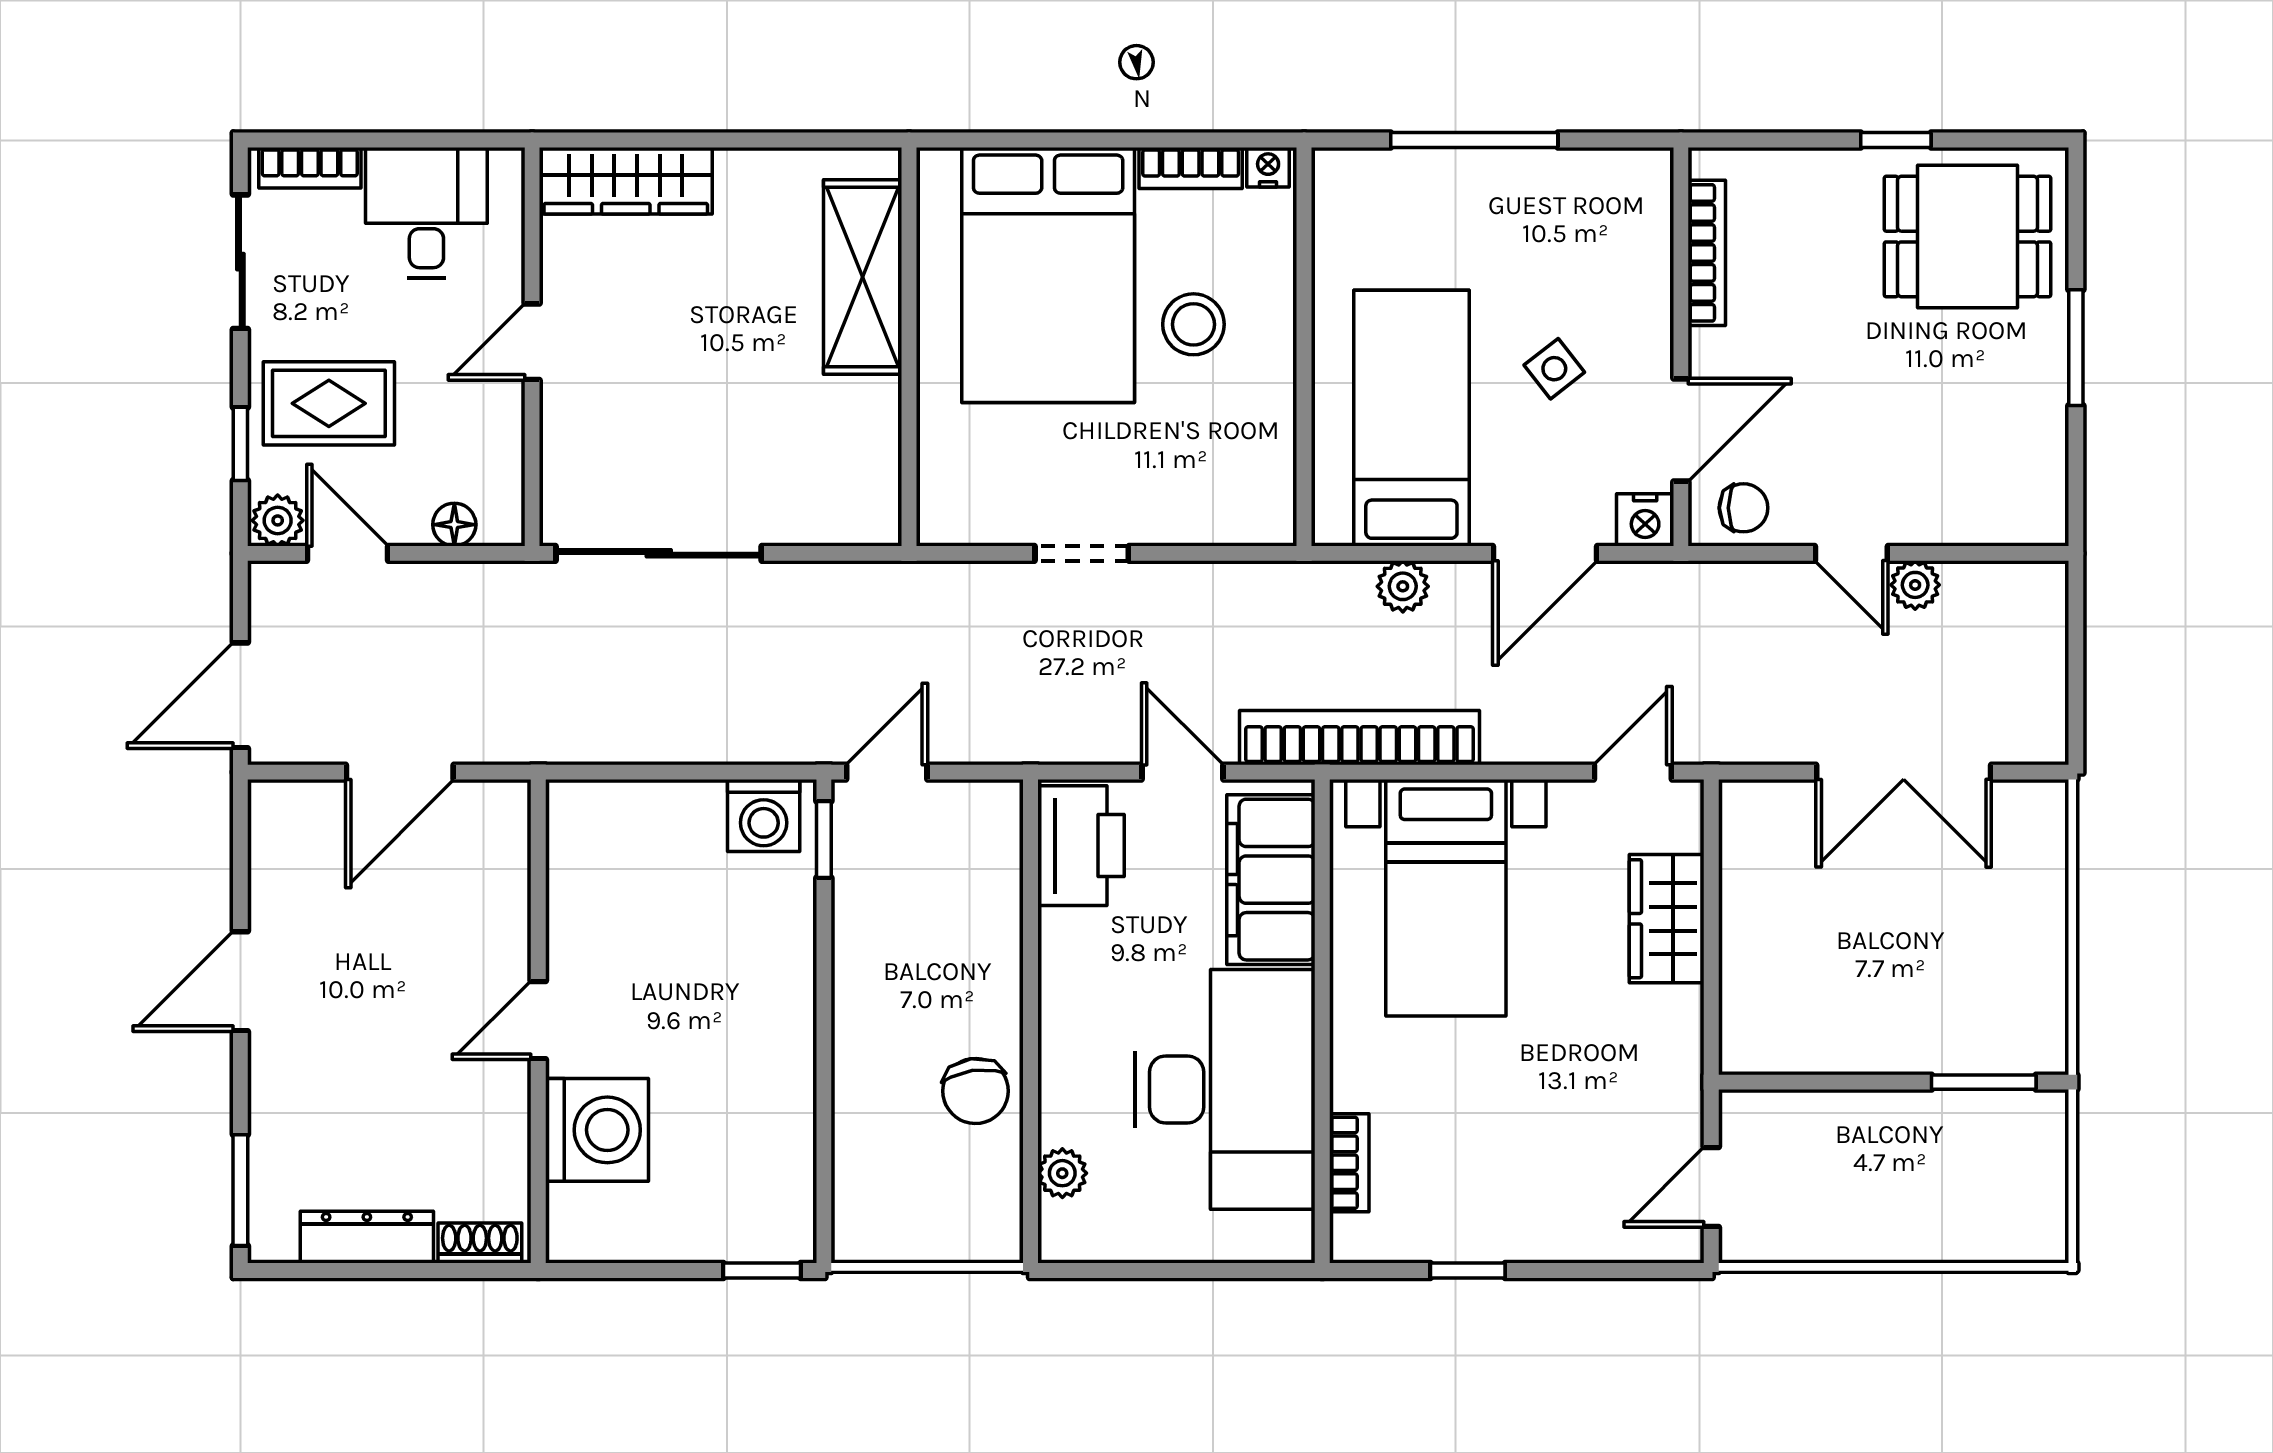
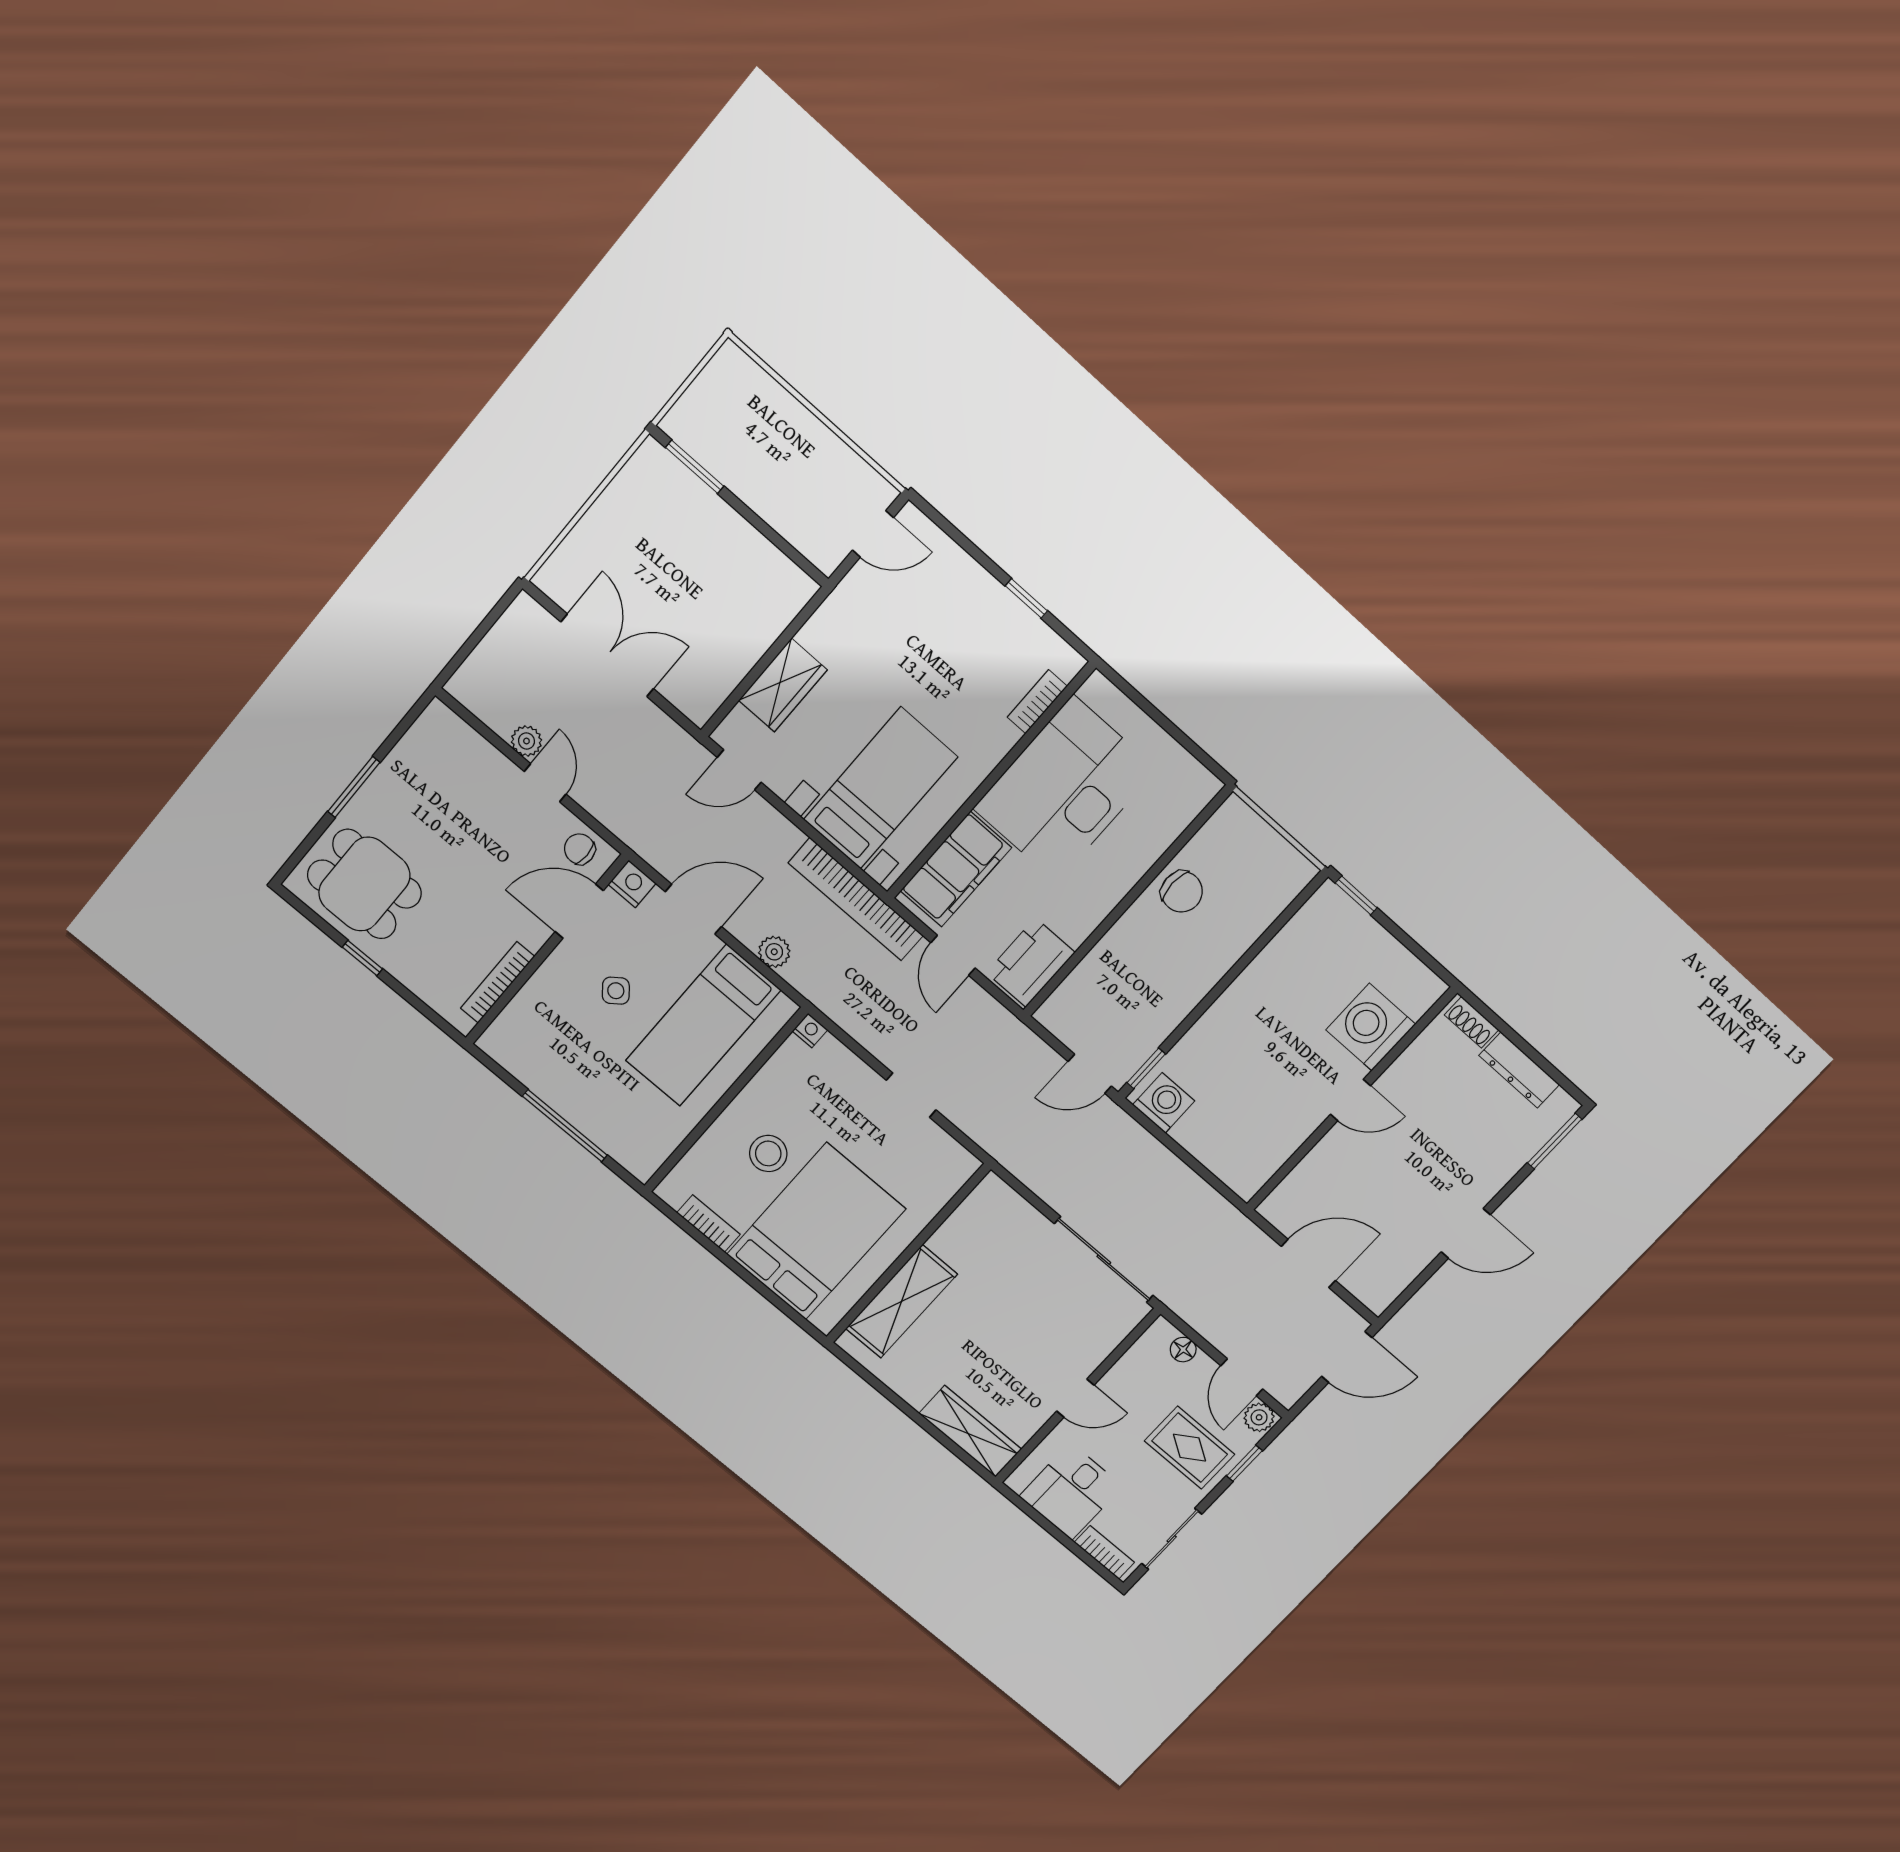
nightstand: (1268, 167) -> (810, 1030), moved, turned 180
chair: (975, 1091) -> (1182, 892), turned 98
plant: (1062, 1173) -> (1176, 817), removed

